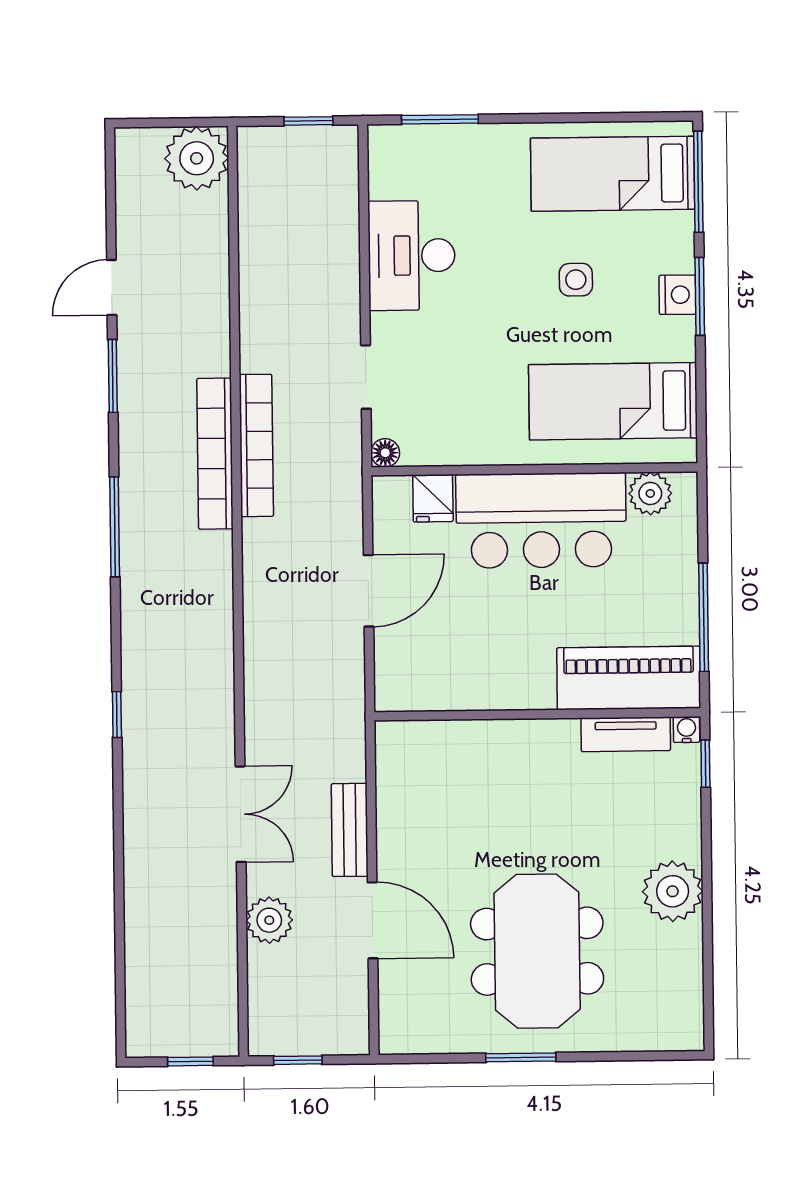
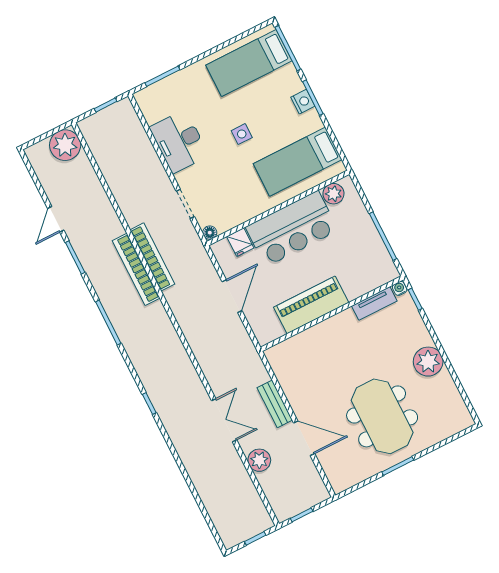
side table: (576, 280) -> (242, 134), moved
piano: (629, 678) -> (311, 305), moved

